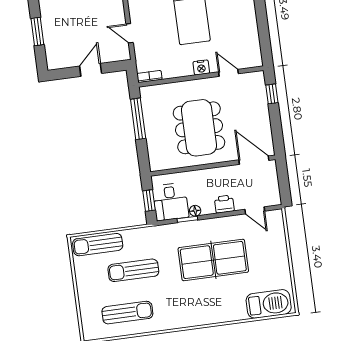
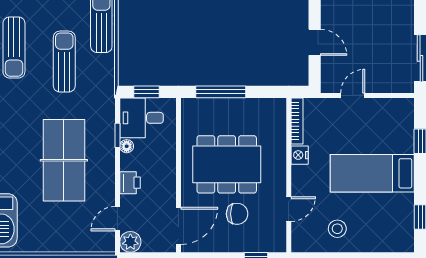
stool: (239, 31) -> (337, 229), added
nightstand: (201, 67) -> (300, 155), moved
bookcase: (150, 77) -> (297, 121), width x1.56
chair: (238, 114) -> (237, 214), added
window: (138, 119) -> (221, 92), moved
plant: (272, 197) -> (130, 242), added

